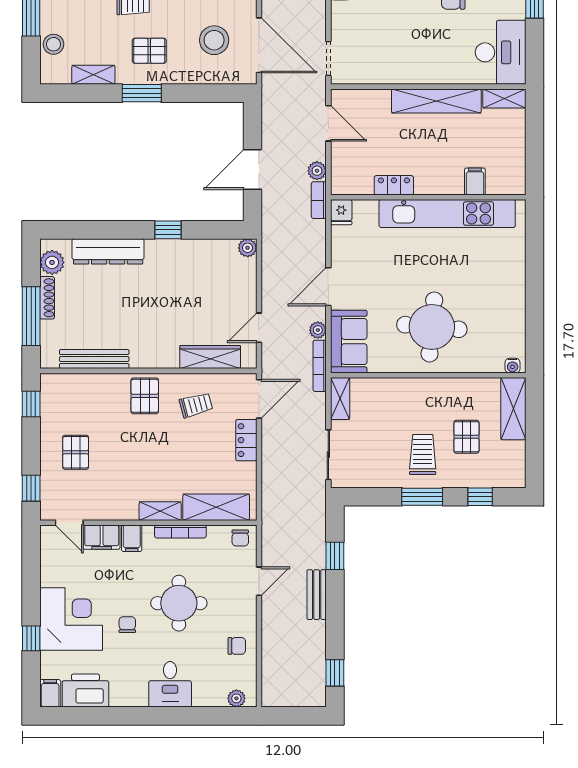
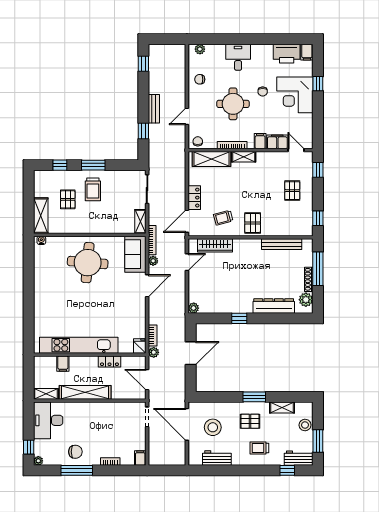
filing cabinet: (475, 181) -> (63, 364), moved
locker: (394, 185) -> (109, 361), moved
wall: (428, 197) -> (90, 355), moved
fridge: (341, 212) -> (140, 346), moved
kitchen unit: (447, 214) -> (79, 345), moved

